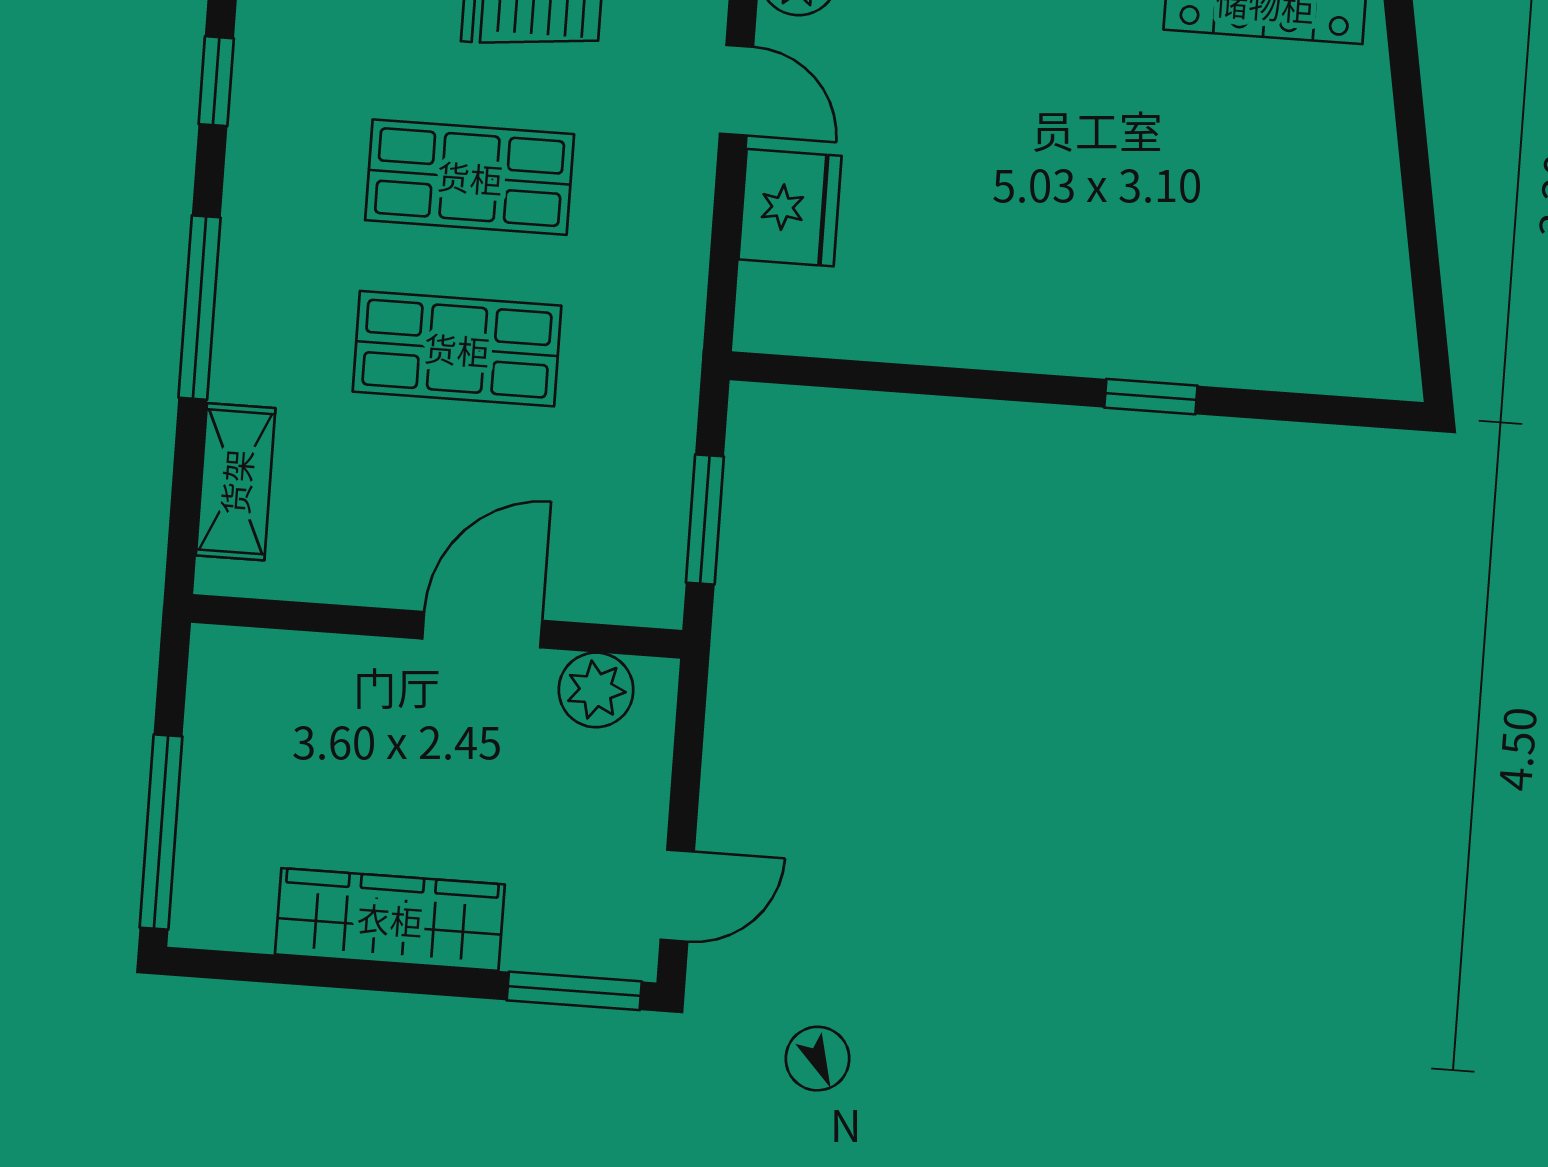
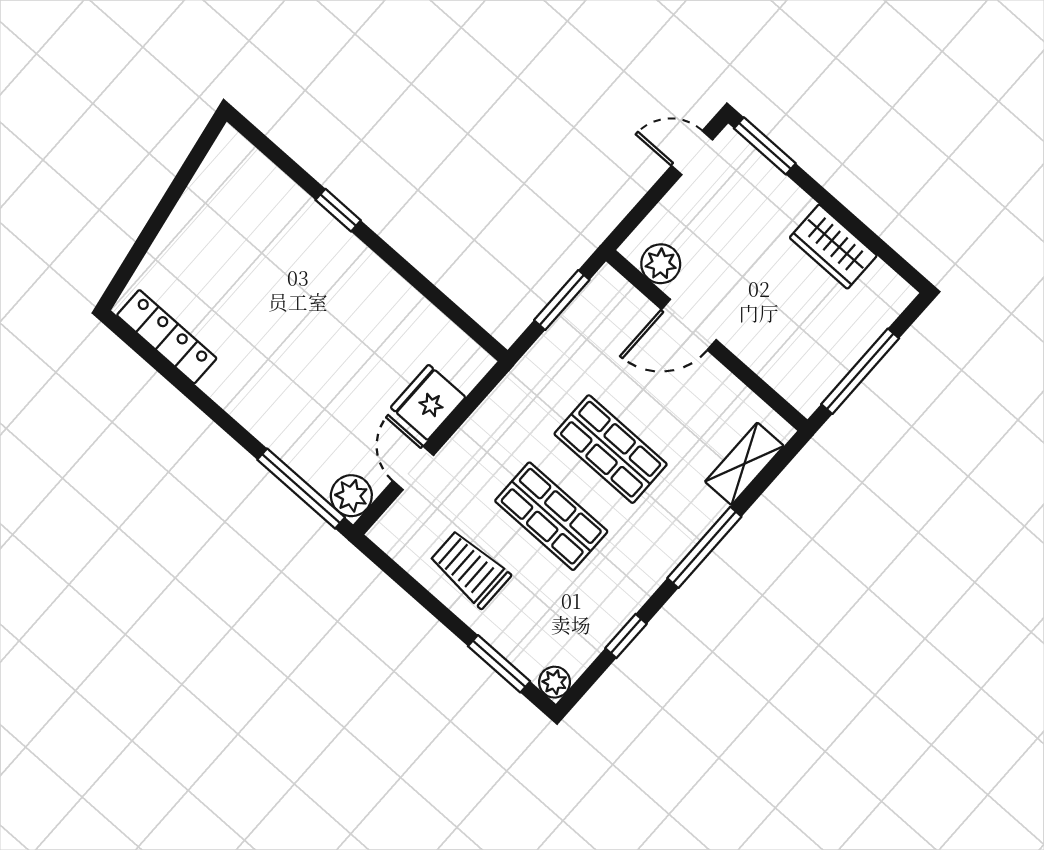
window: (161, 832) -> (860, 371), moved
wardrobe: (390, 919) -> (833, 247), width x0.67

